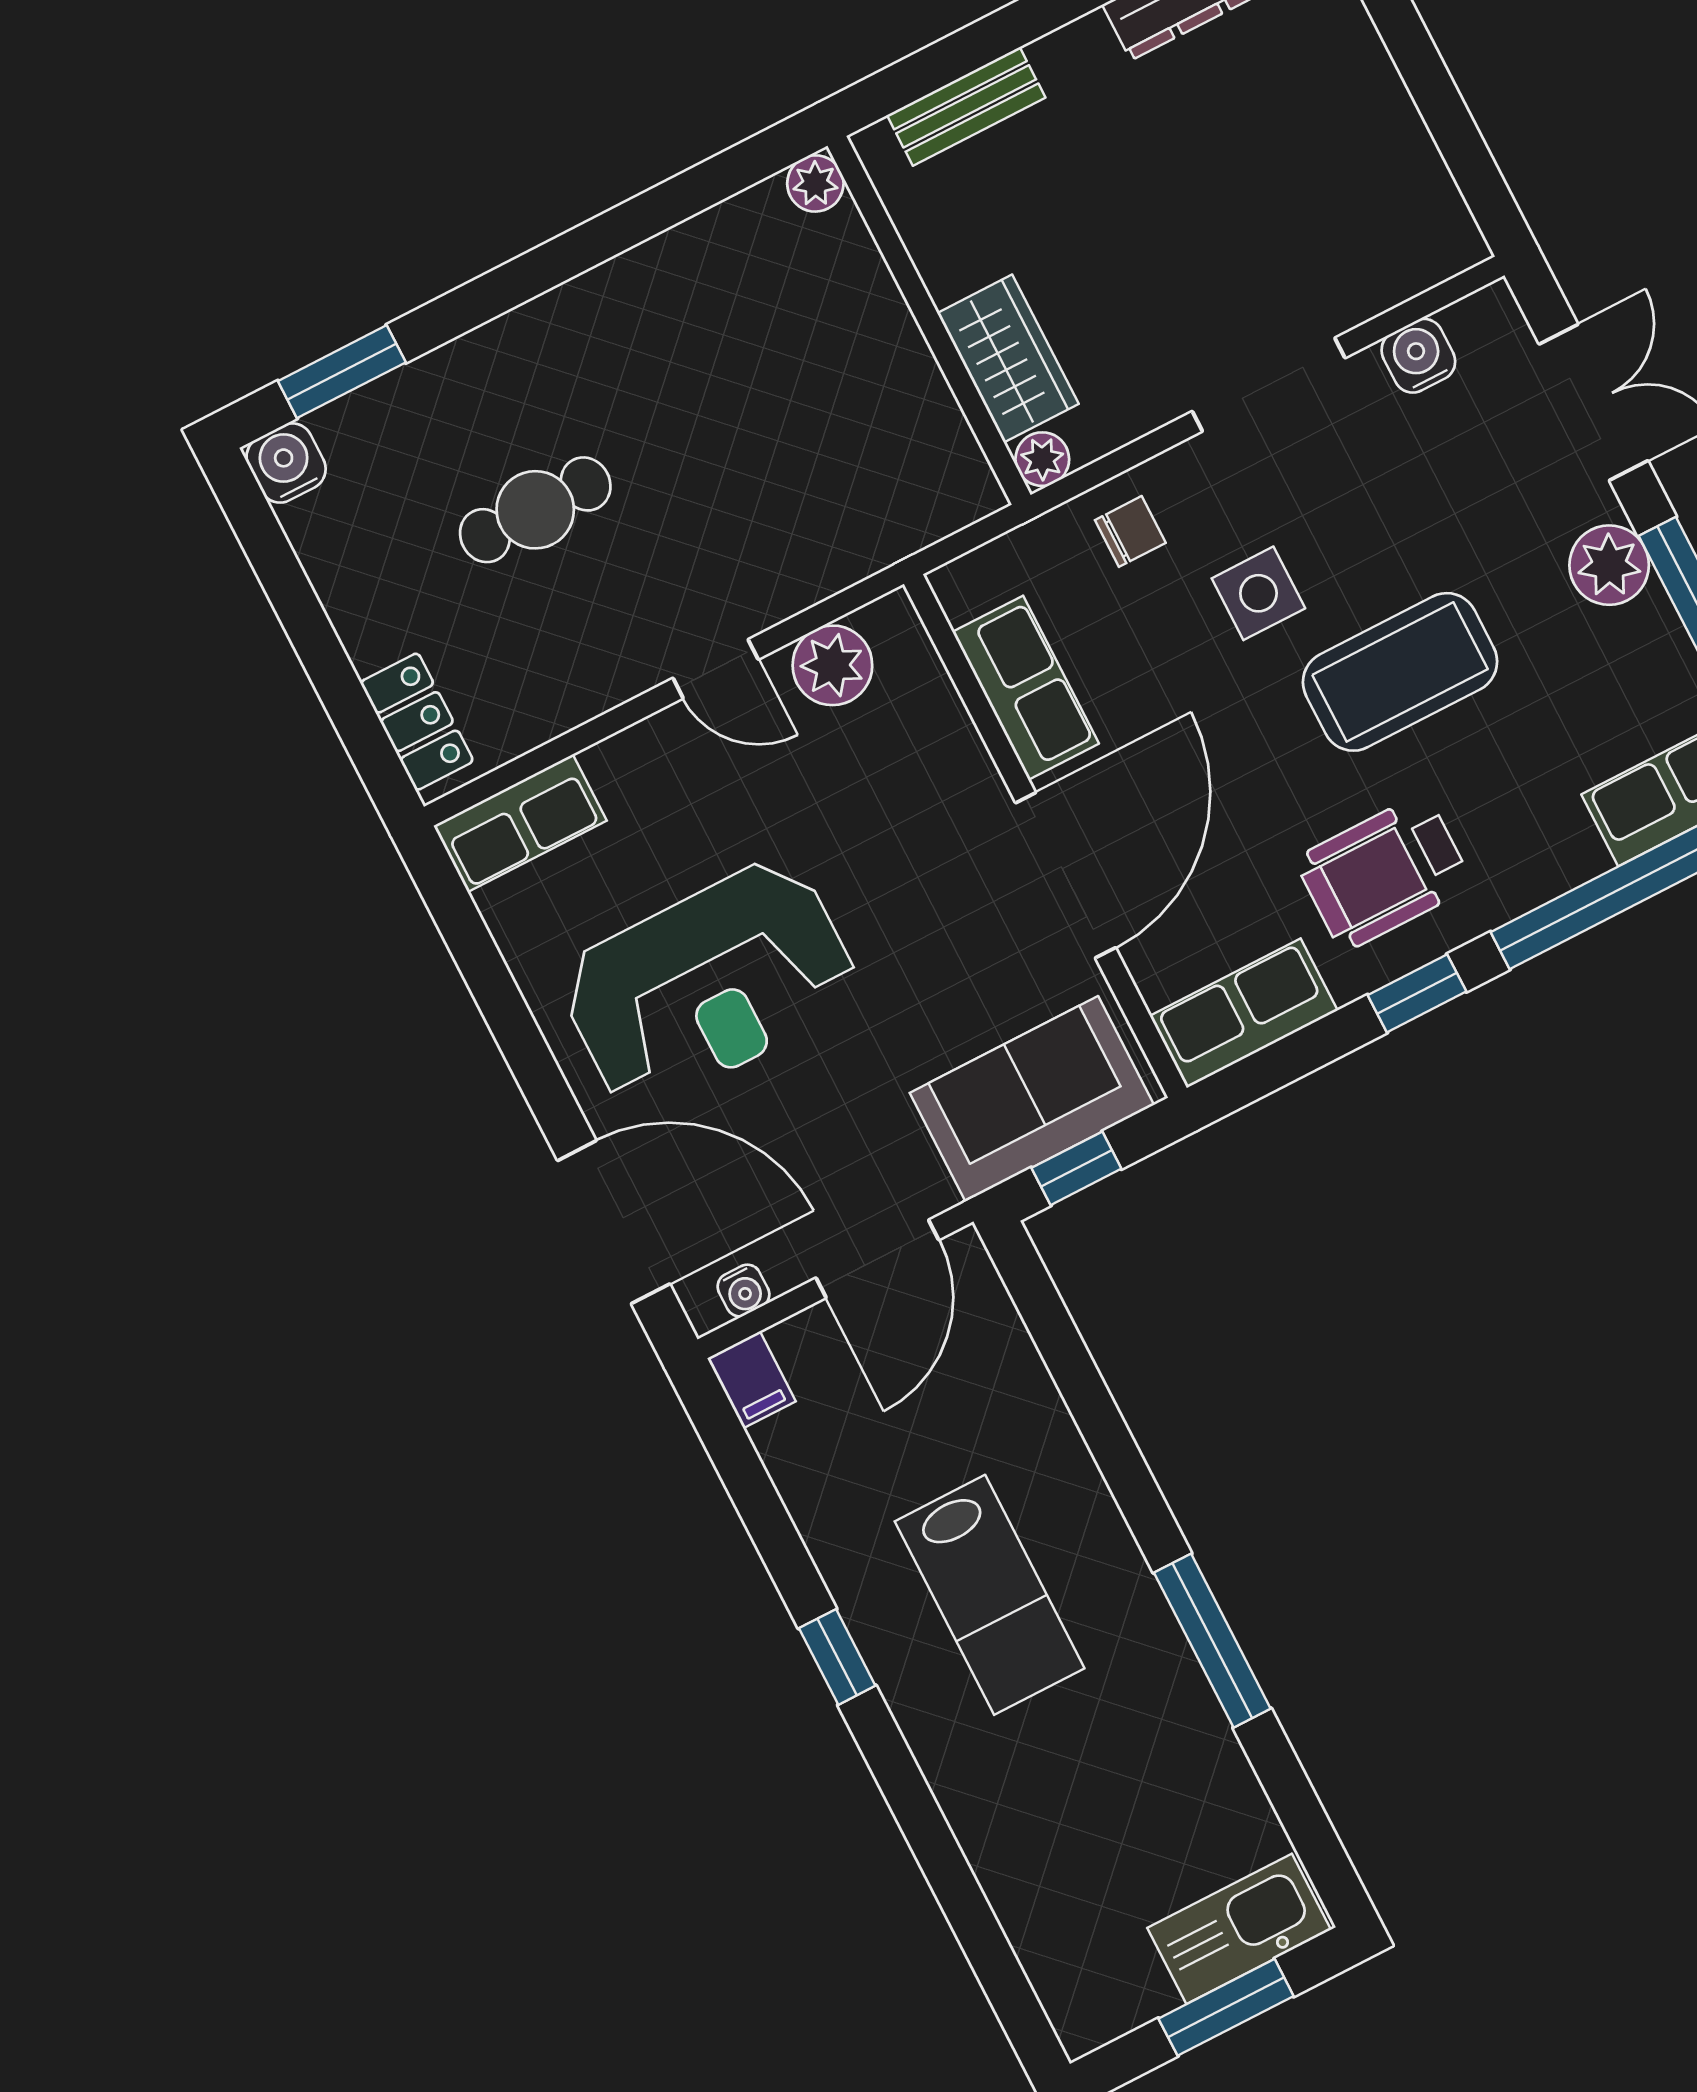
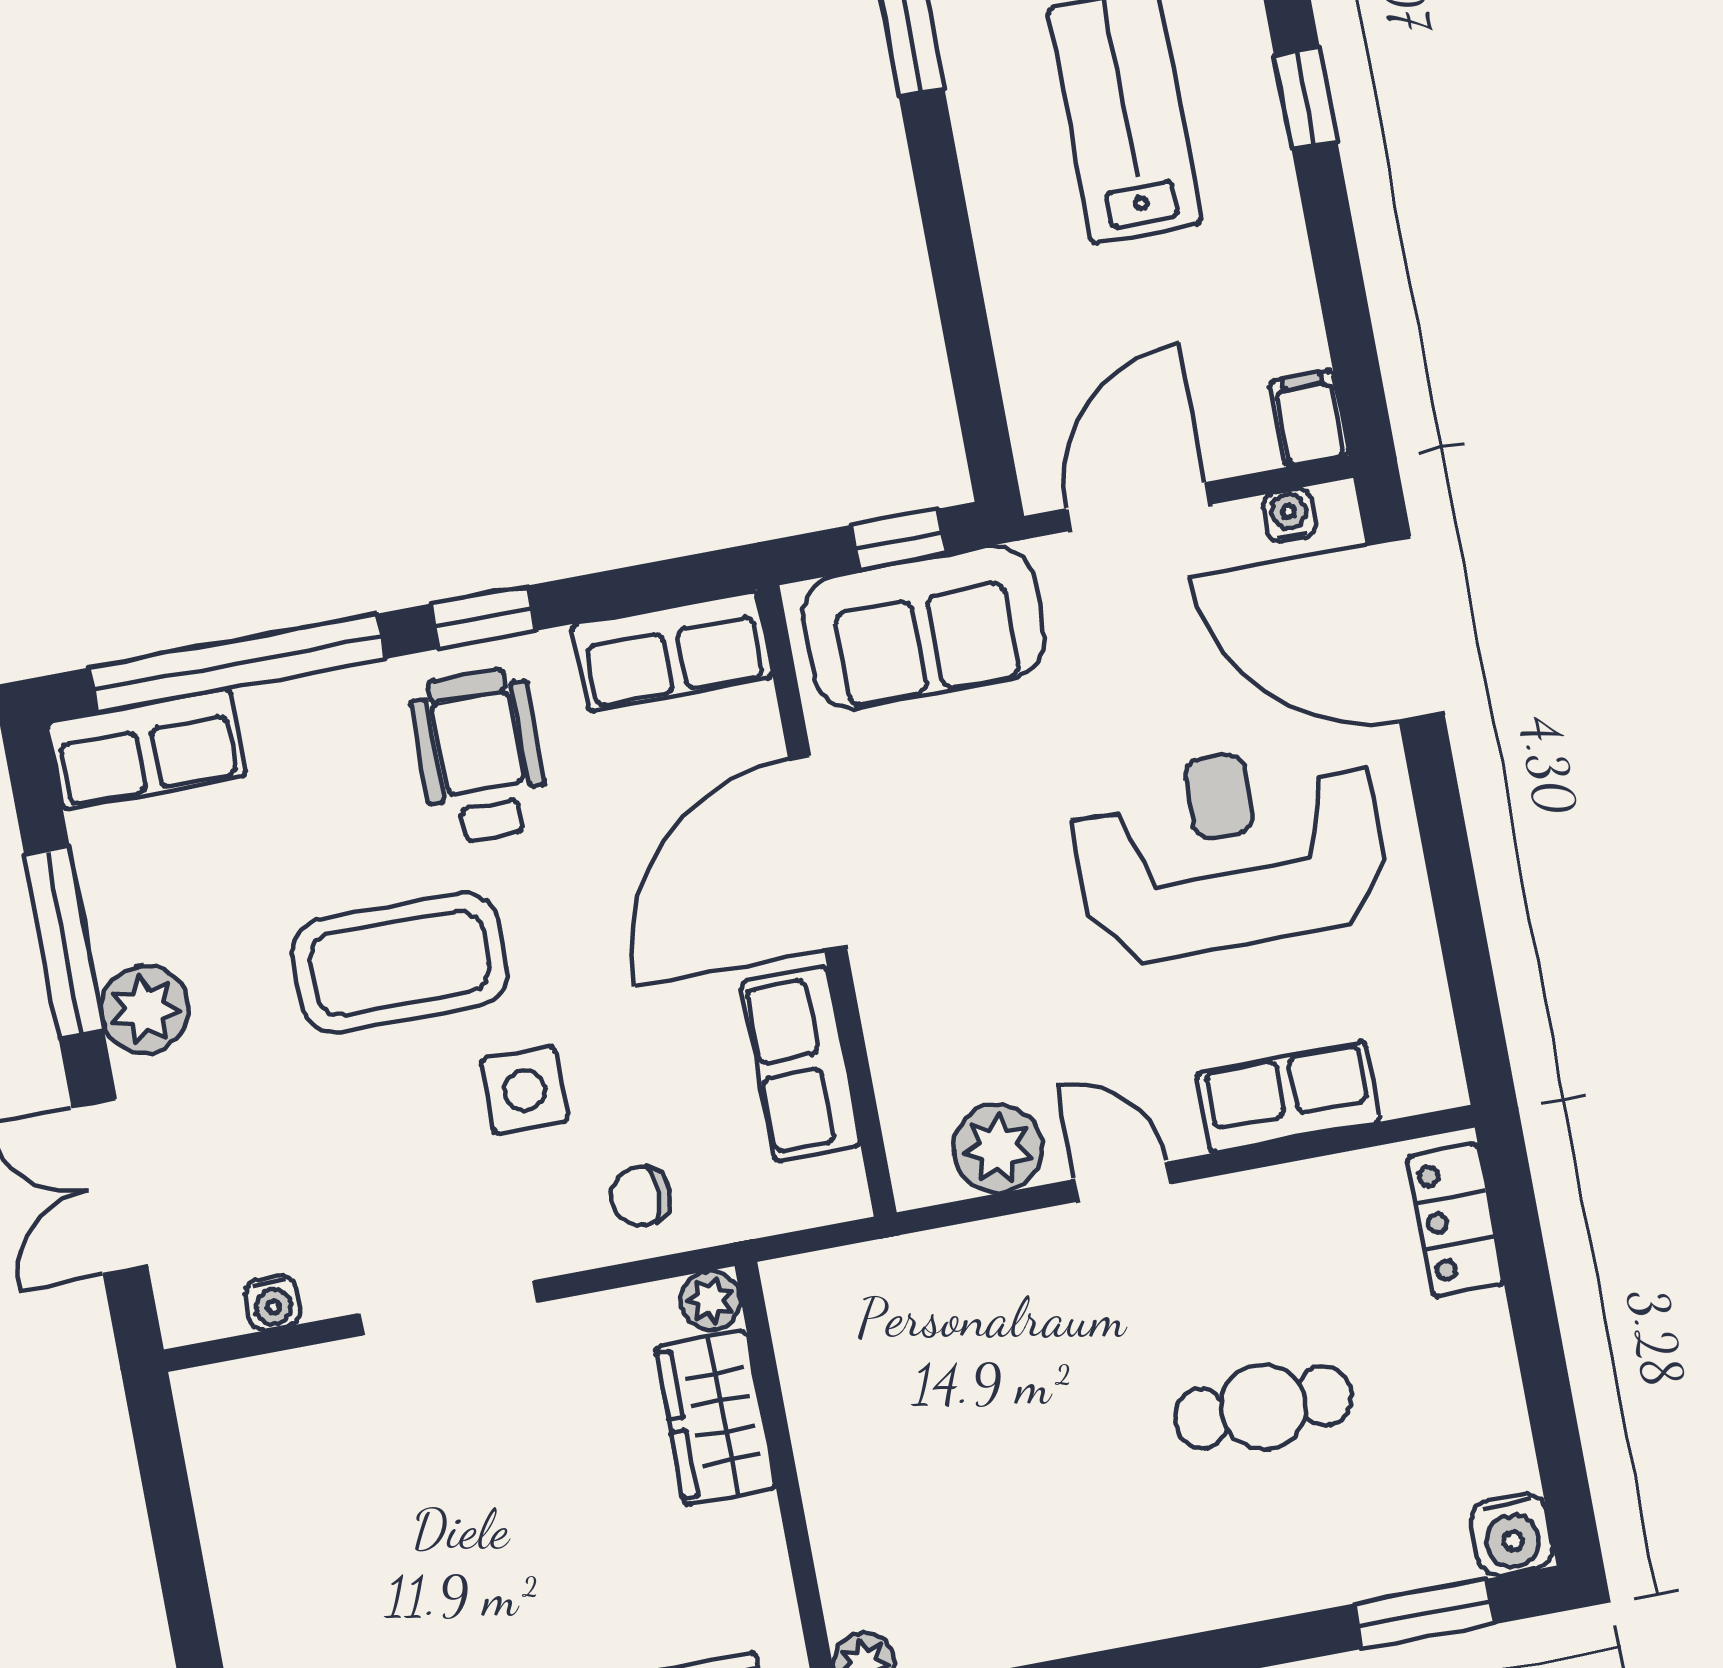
water cooler: (1418, 356) -> (273, 1303), width x0.72, depth x0.72
row of seats: (520, 823) -> (1288, 1097), moved
wheelchair: (1384, 872) -> (480, 756), turned -90

